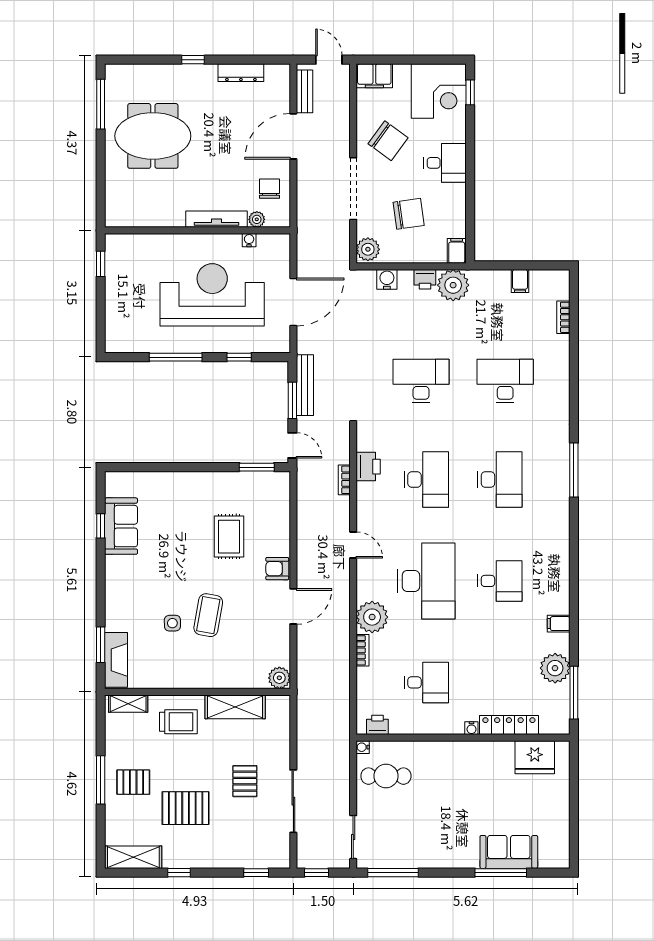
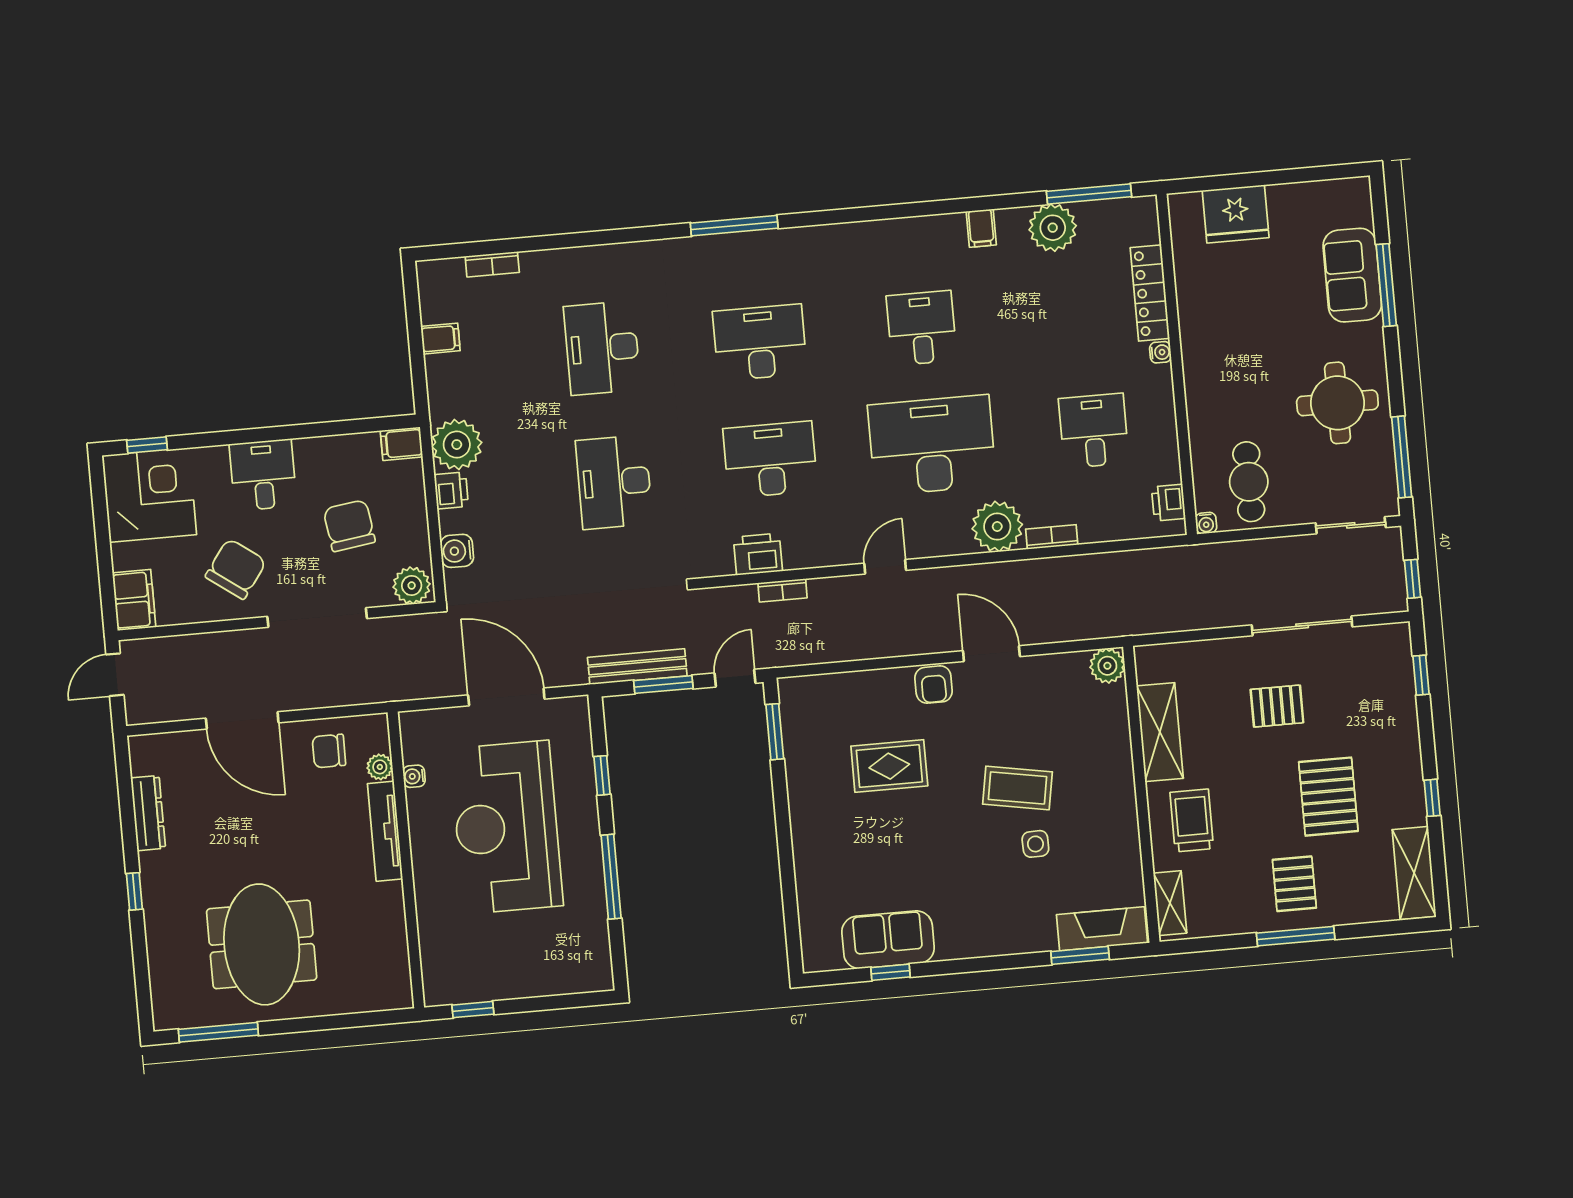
bench: (305, 91) -> (169, 709), removed
fridge: (535, 757) -> (1236, 214), moved, turned 90
round table: (430, 836) -> (1337, 403), added

